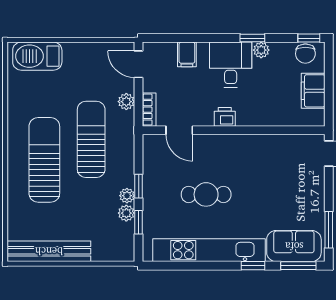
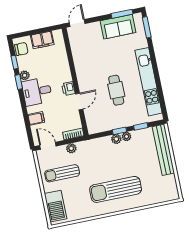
window: (309, 38) -> (15, 62), moved
door: (139, 64) -> (48, 146), swing flipped
door: (179, 130) -> (79, 102), moved
sun lounger: (91, 139) -> (62, 173), moved, width x0.73, depth x0.75
plant: (126, 213) -> (116, 139), moved
sofa: (294, 246) -> (118, 27), moved, turned -90
bench: (49, 251) -> (163, 150), moved
window: (253, 266) -> (152, 54), removed

